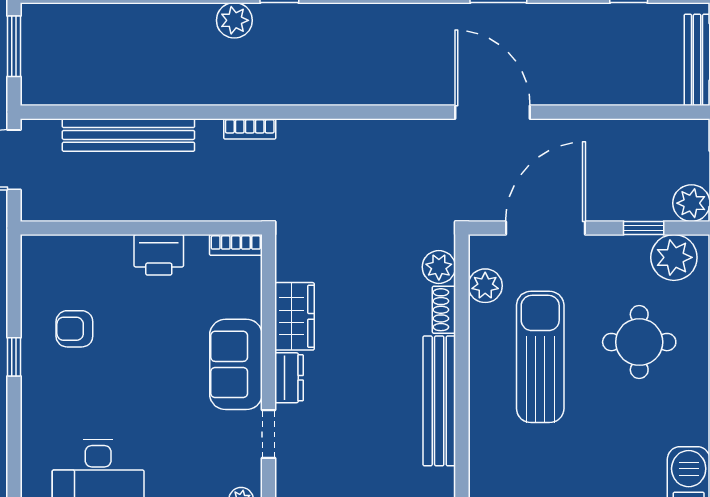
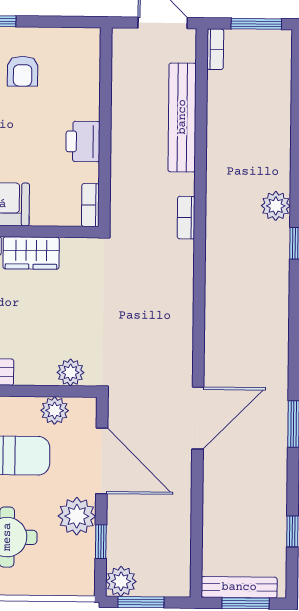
bookcase: (45, 96) -> (215, 49), added
plant: (674, 257) -> (77, 516), moved
shoe rack: (444, 310) -> (35, 376), removed
armchair: (74, 329) -> (23, 71), turned 180

